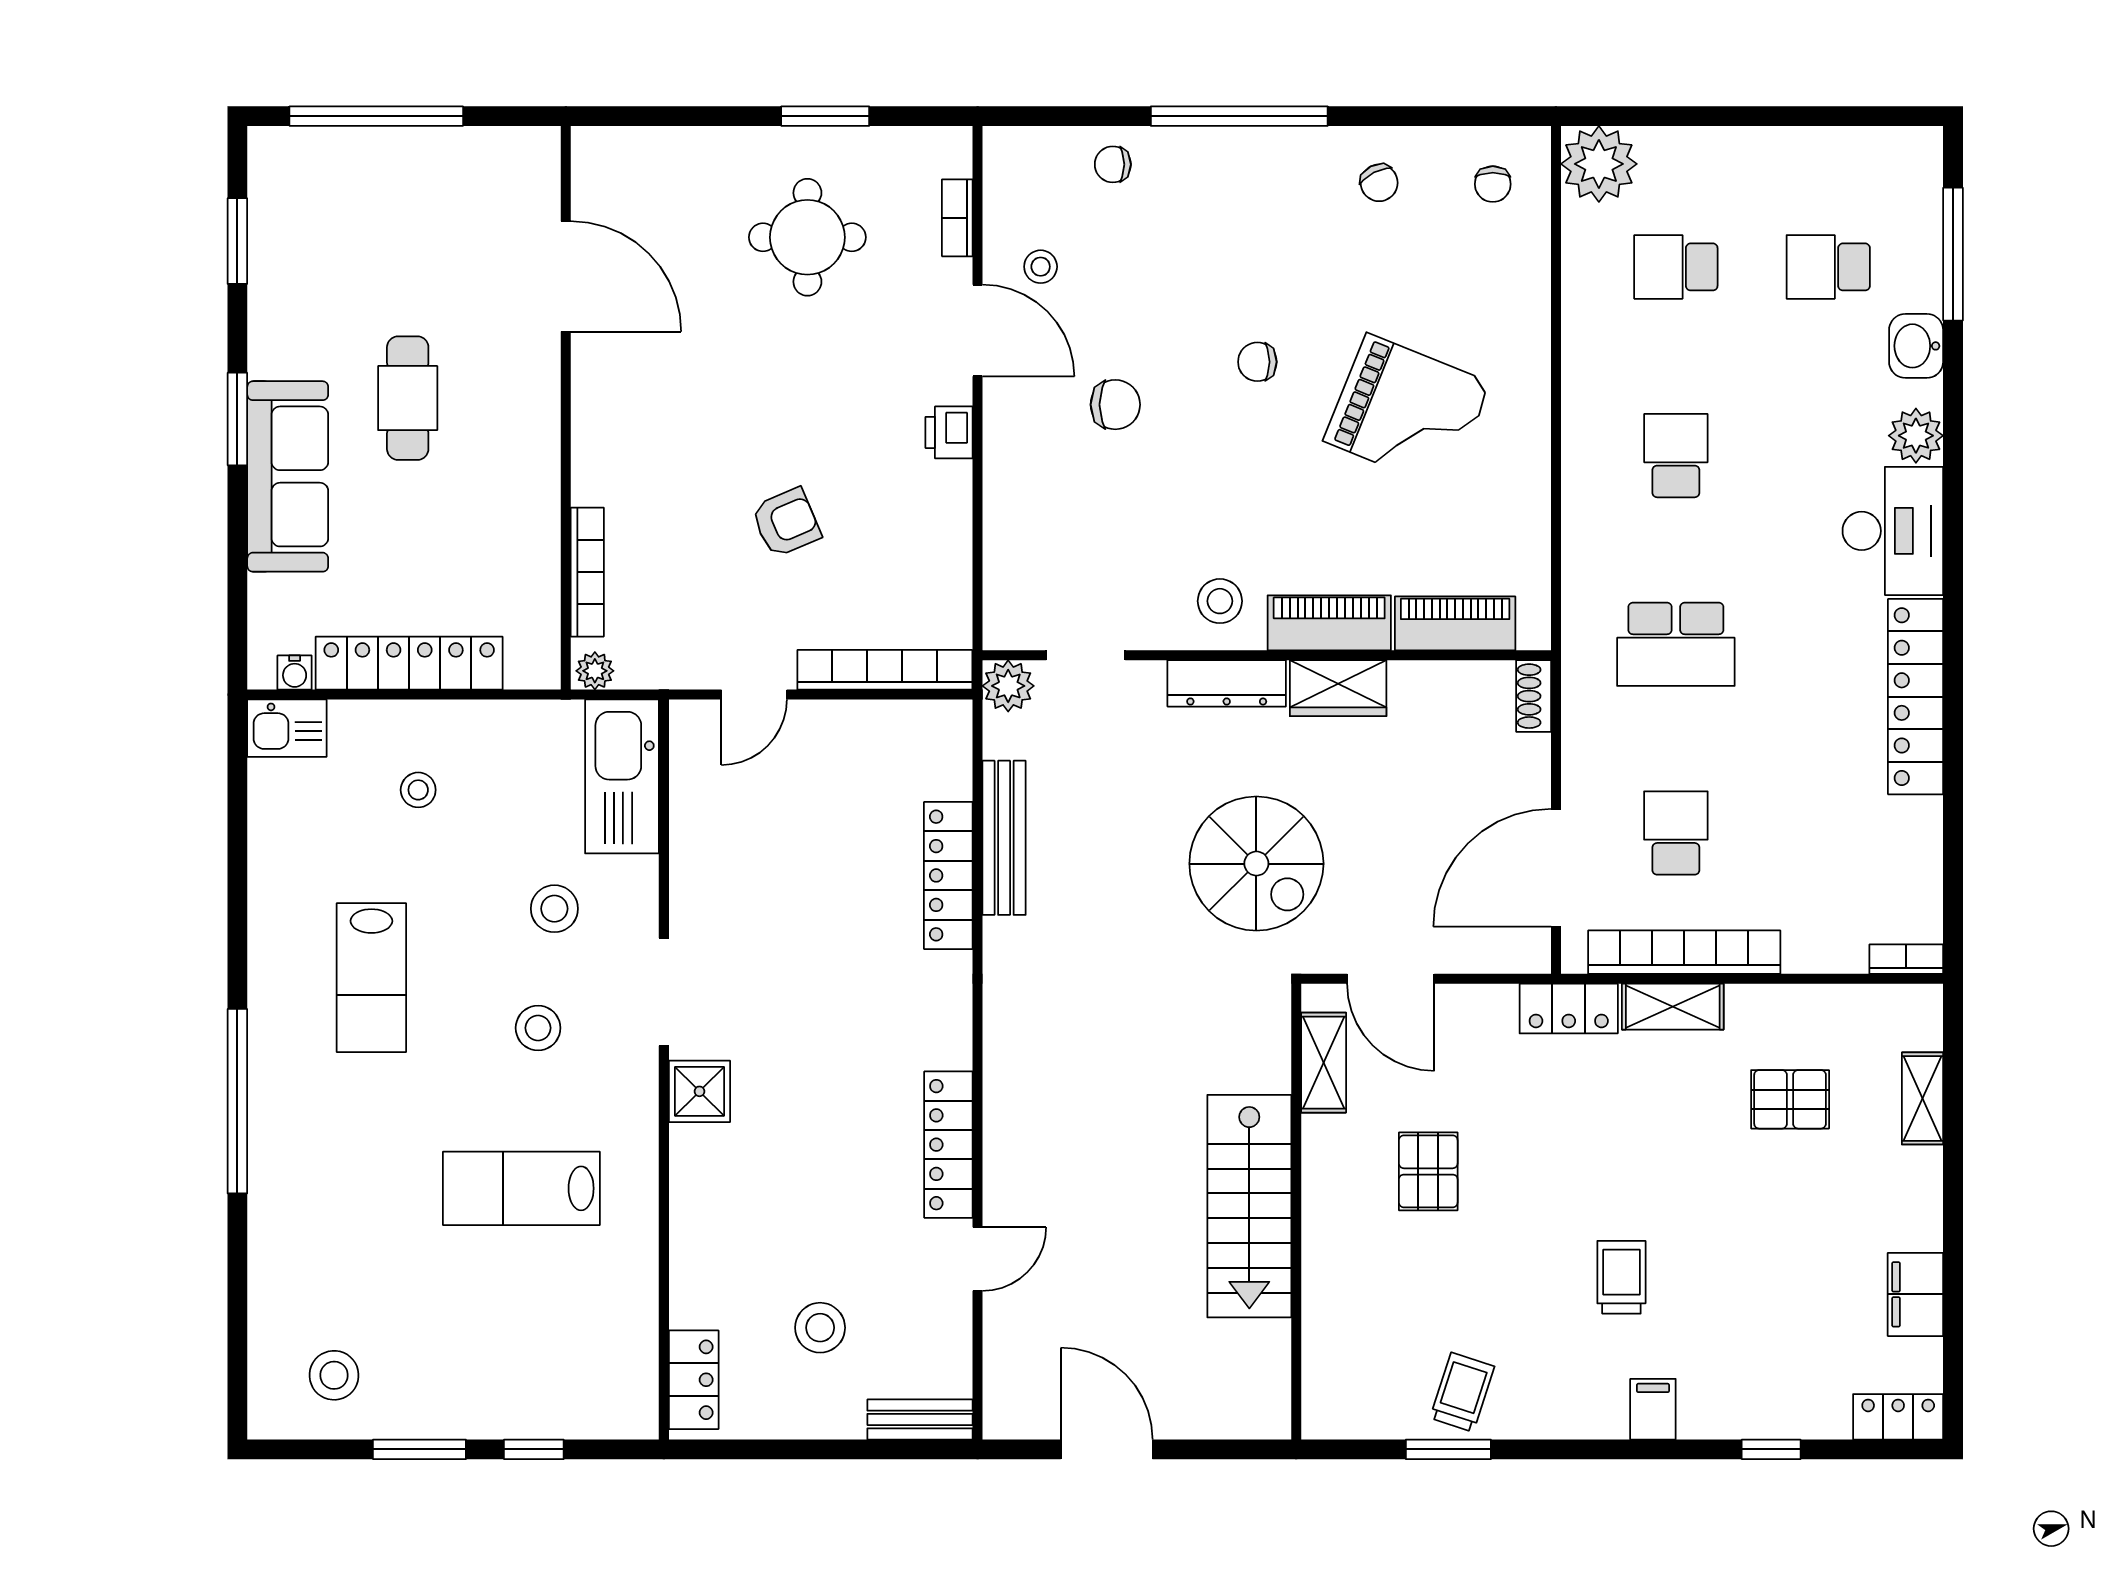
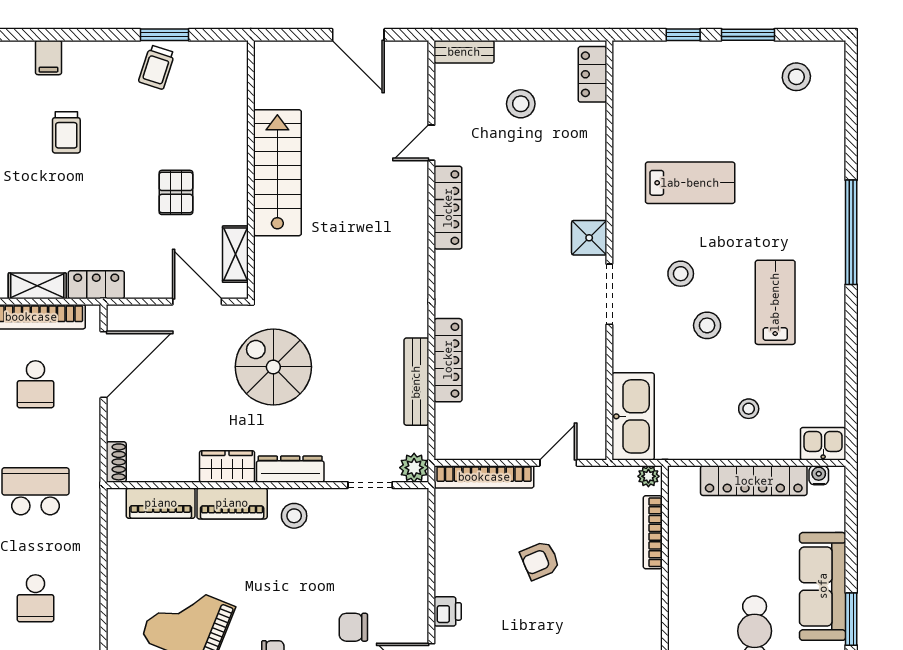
stool: (554, 909) -> (707, 325), moved

